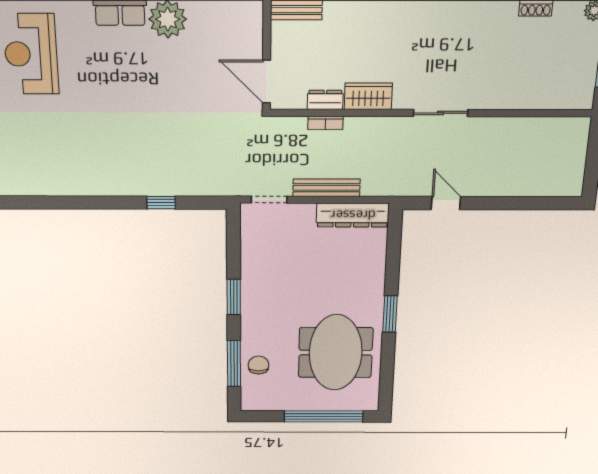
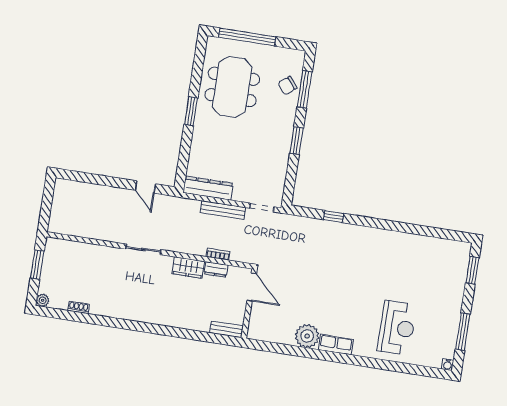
chair: (258, 365) -> (288, 86), turned 51

